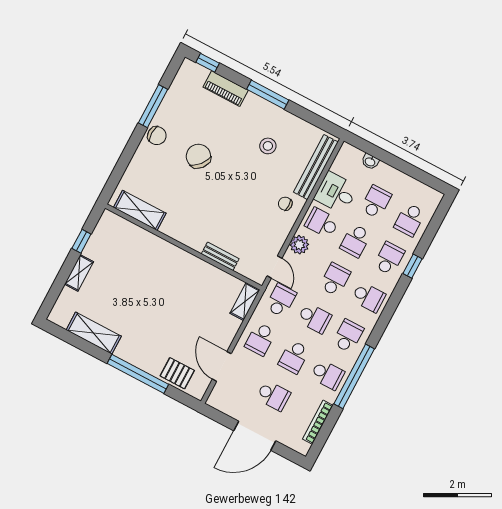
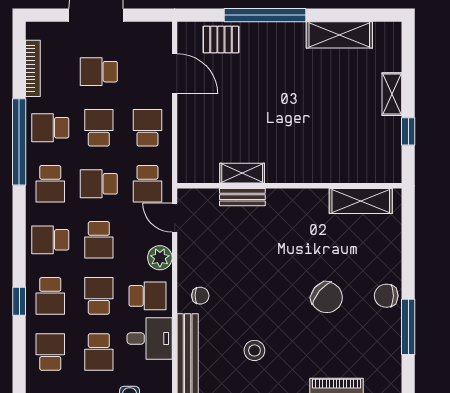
shelving: (245, 302) -> (242, 173), moved, turned 90

